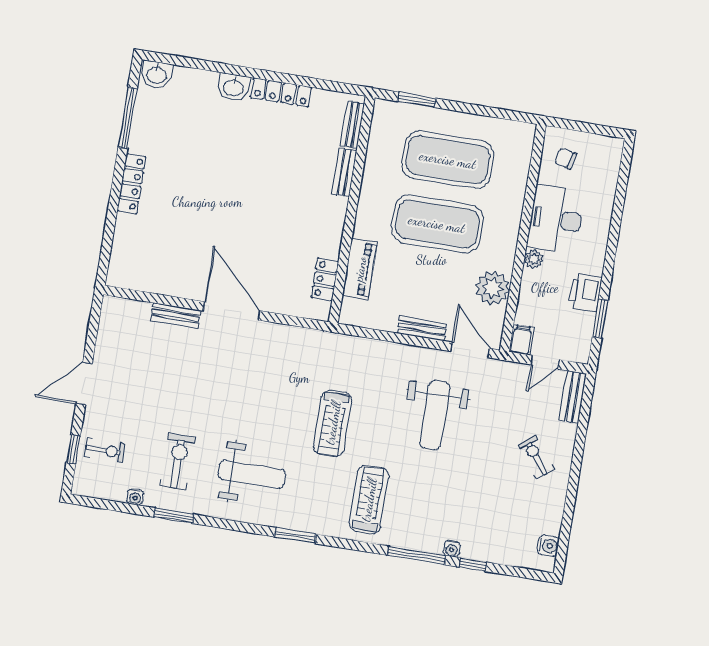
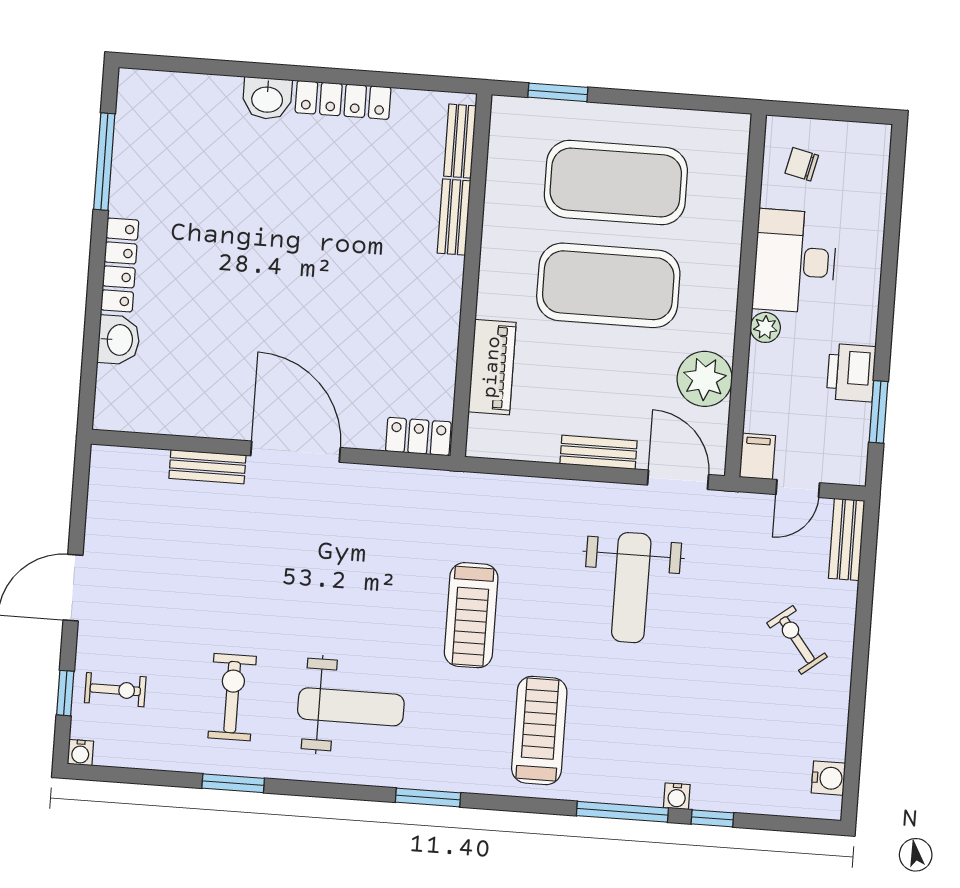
washbasin: (156, 75) -> (119, 340), moved, turned -90
locker: (325, 279) -> (418, 437), moved, turned 90
water cooler: (135, 497) -> (80, 753), moved

